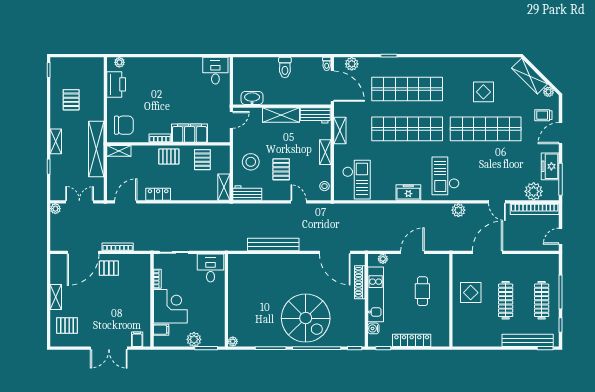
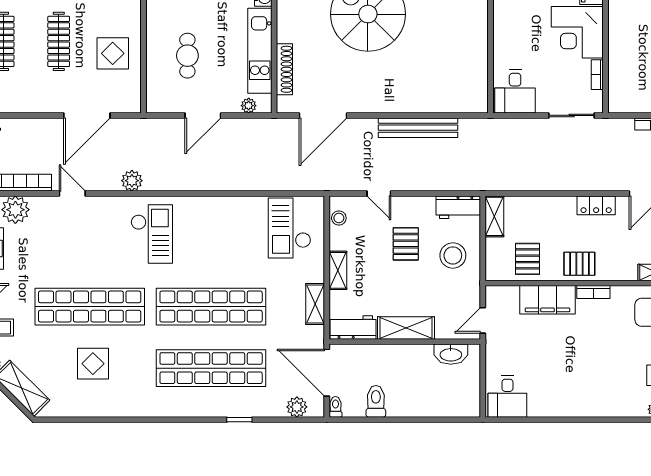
toilet: (285, 68) -> (376, 401), moved
freezer: (408, 193) -> (209, 208), removed
door: (335, 252) -> (323, 115), swing flipped

